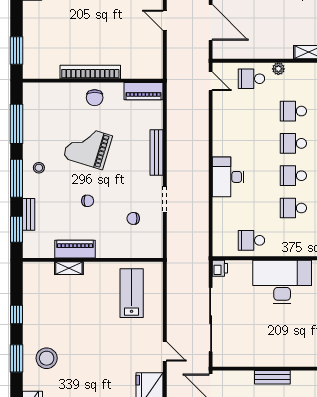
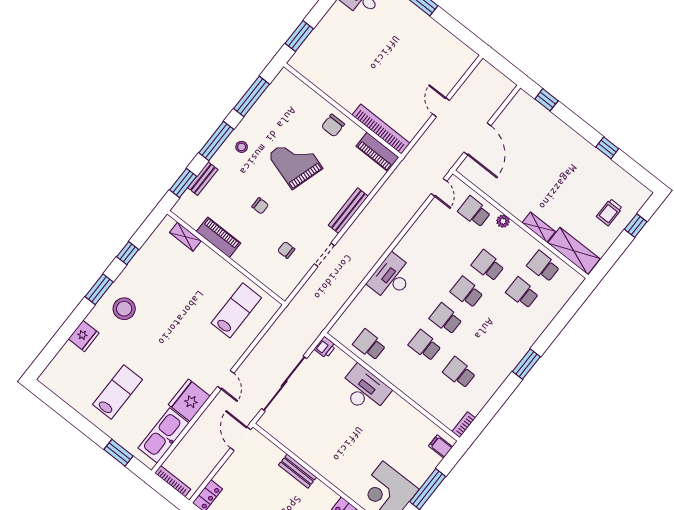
bookcase: (90, 72) -> (381, 129), moved
shelving: (69, 268) -> (185, 237), moved
desk: (282, 282) -> (364, 390), width x0.73, depth x0.77

